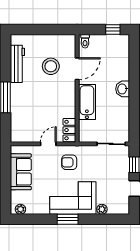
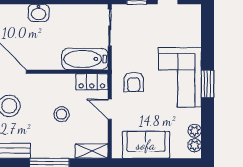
bathtub: (87, 102) -> (85, 59), moved
stool: (44, 107) -> (61, 114), added
shelving: (16, 130) -> (92, 151), added
plant: (102, 209) -> (195, 131), moved

